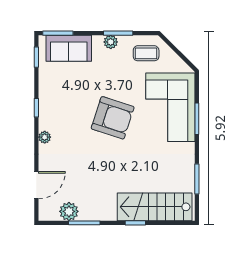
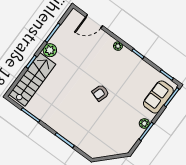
coffee table: (146, 53) -> (123, 139), removed
corner sofa: (170, 107) -> (82, 130), removed
armchair: (113, 118) -> (100, 93), width x0.53, depth x0.53
door: (36, 185) -> (94, 21), hinge flipped
plant: (69, 211) -> (50, 50), moved

